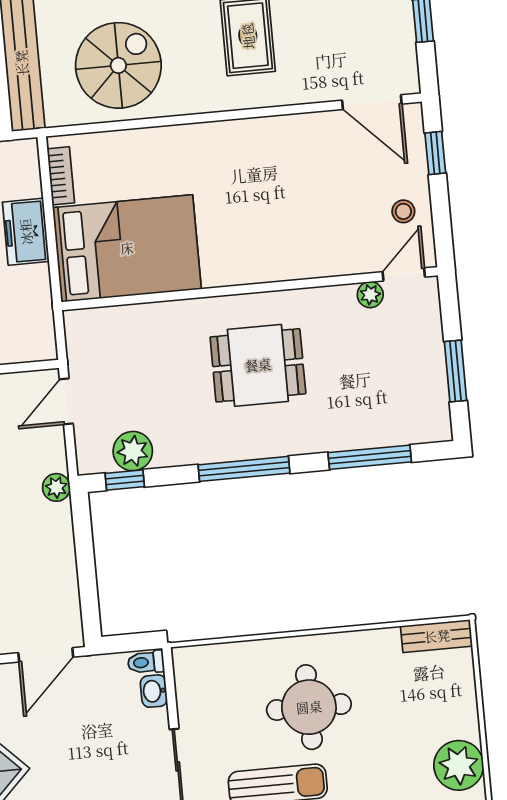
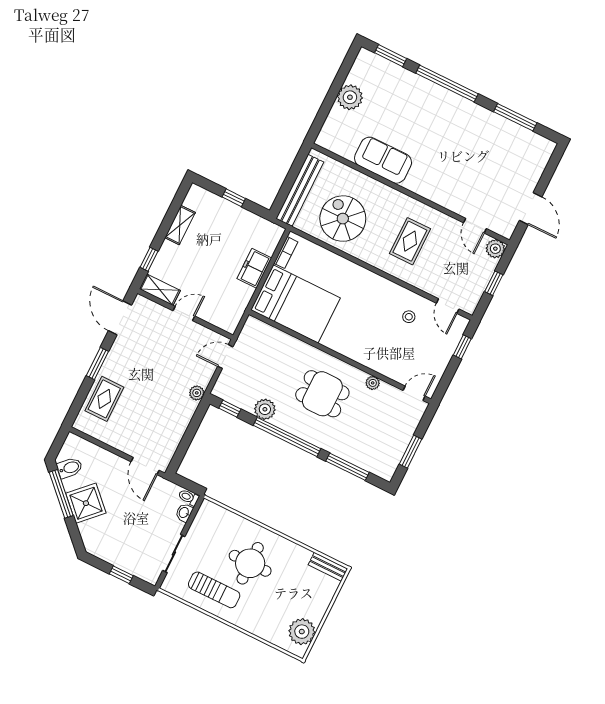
spiral stairs: (118, 65) -> (343, 219), turned -90
door: (372, 102) -> (448, 306), width x0.73
stool: (403, 211) -> (409, 317), moved
plant: (370, 295) -> (373, 383), moved
plant: (133, 451) -> (265, 409), moved
window: (244, 469) -> (287, 437), width x1.46
door: (46, 655) -> (145, 466), hinge flipped

